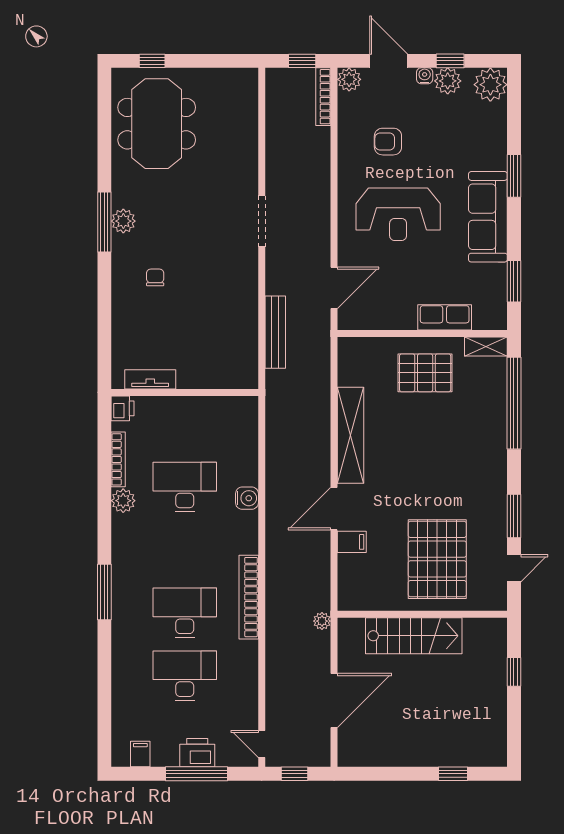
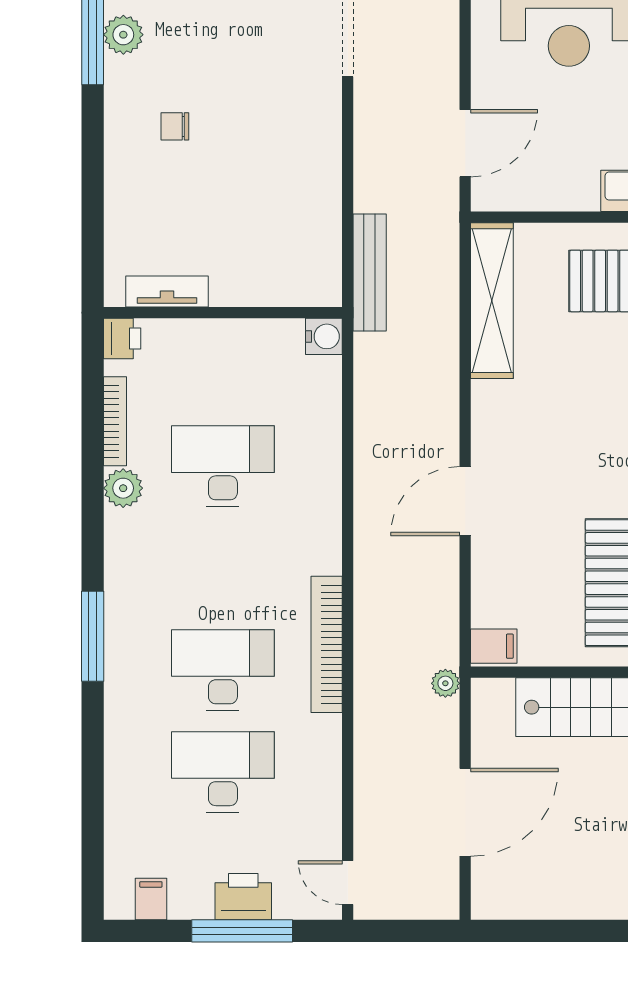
chair: (155, 277) -> (175, 126), turned -90
bench: (275, 332) -> (370, 273), moved
shelving: (351, 435) -> (492, 301), moved
water cooler: (247, 498) -> (324, 336), moved
filing cabinet: (352, 542) -> (494, 646), moved
window: (294, 774) -> (401, 931), removed

